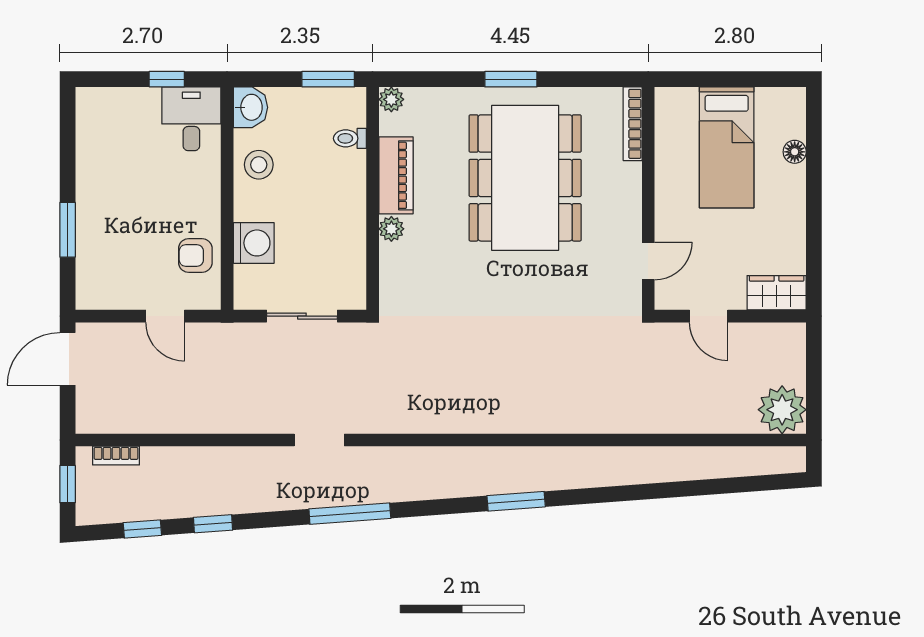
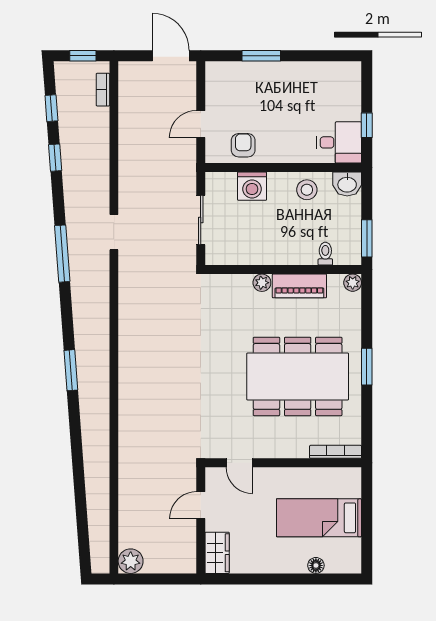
plant: (782, 410) -> (131, 561), width x0.73, depth x0.73

